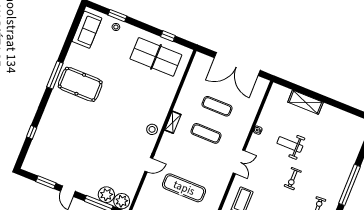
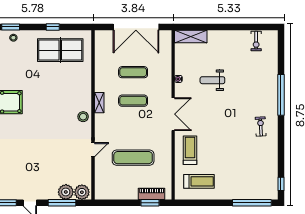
window: (168, 36) -> (53, 27), moved
shelving: (305, 102) -> (191, 36), moved
double door: (239, 162) -> (173, 114), width x1.37
exercise bike: (293, 179) -> (256, 41), moved

